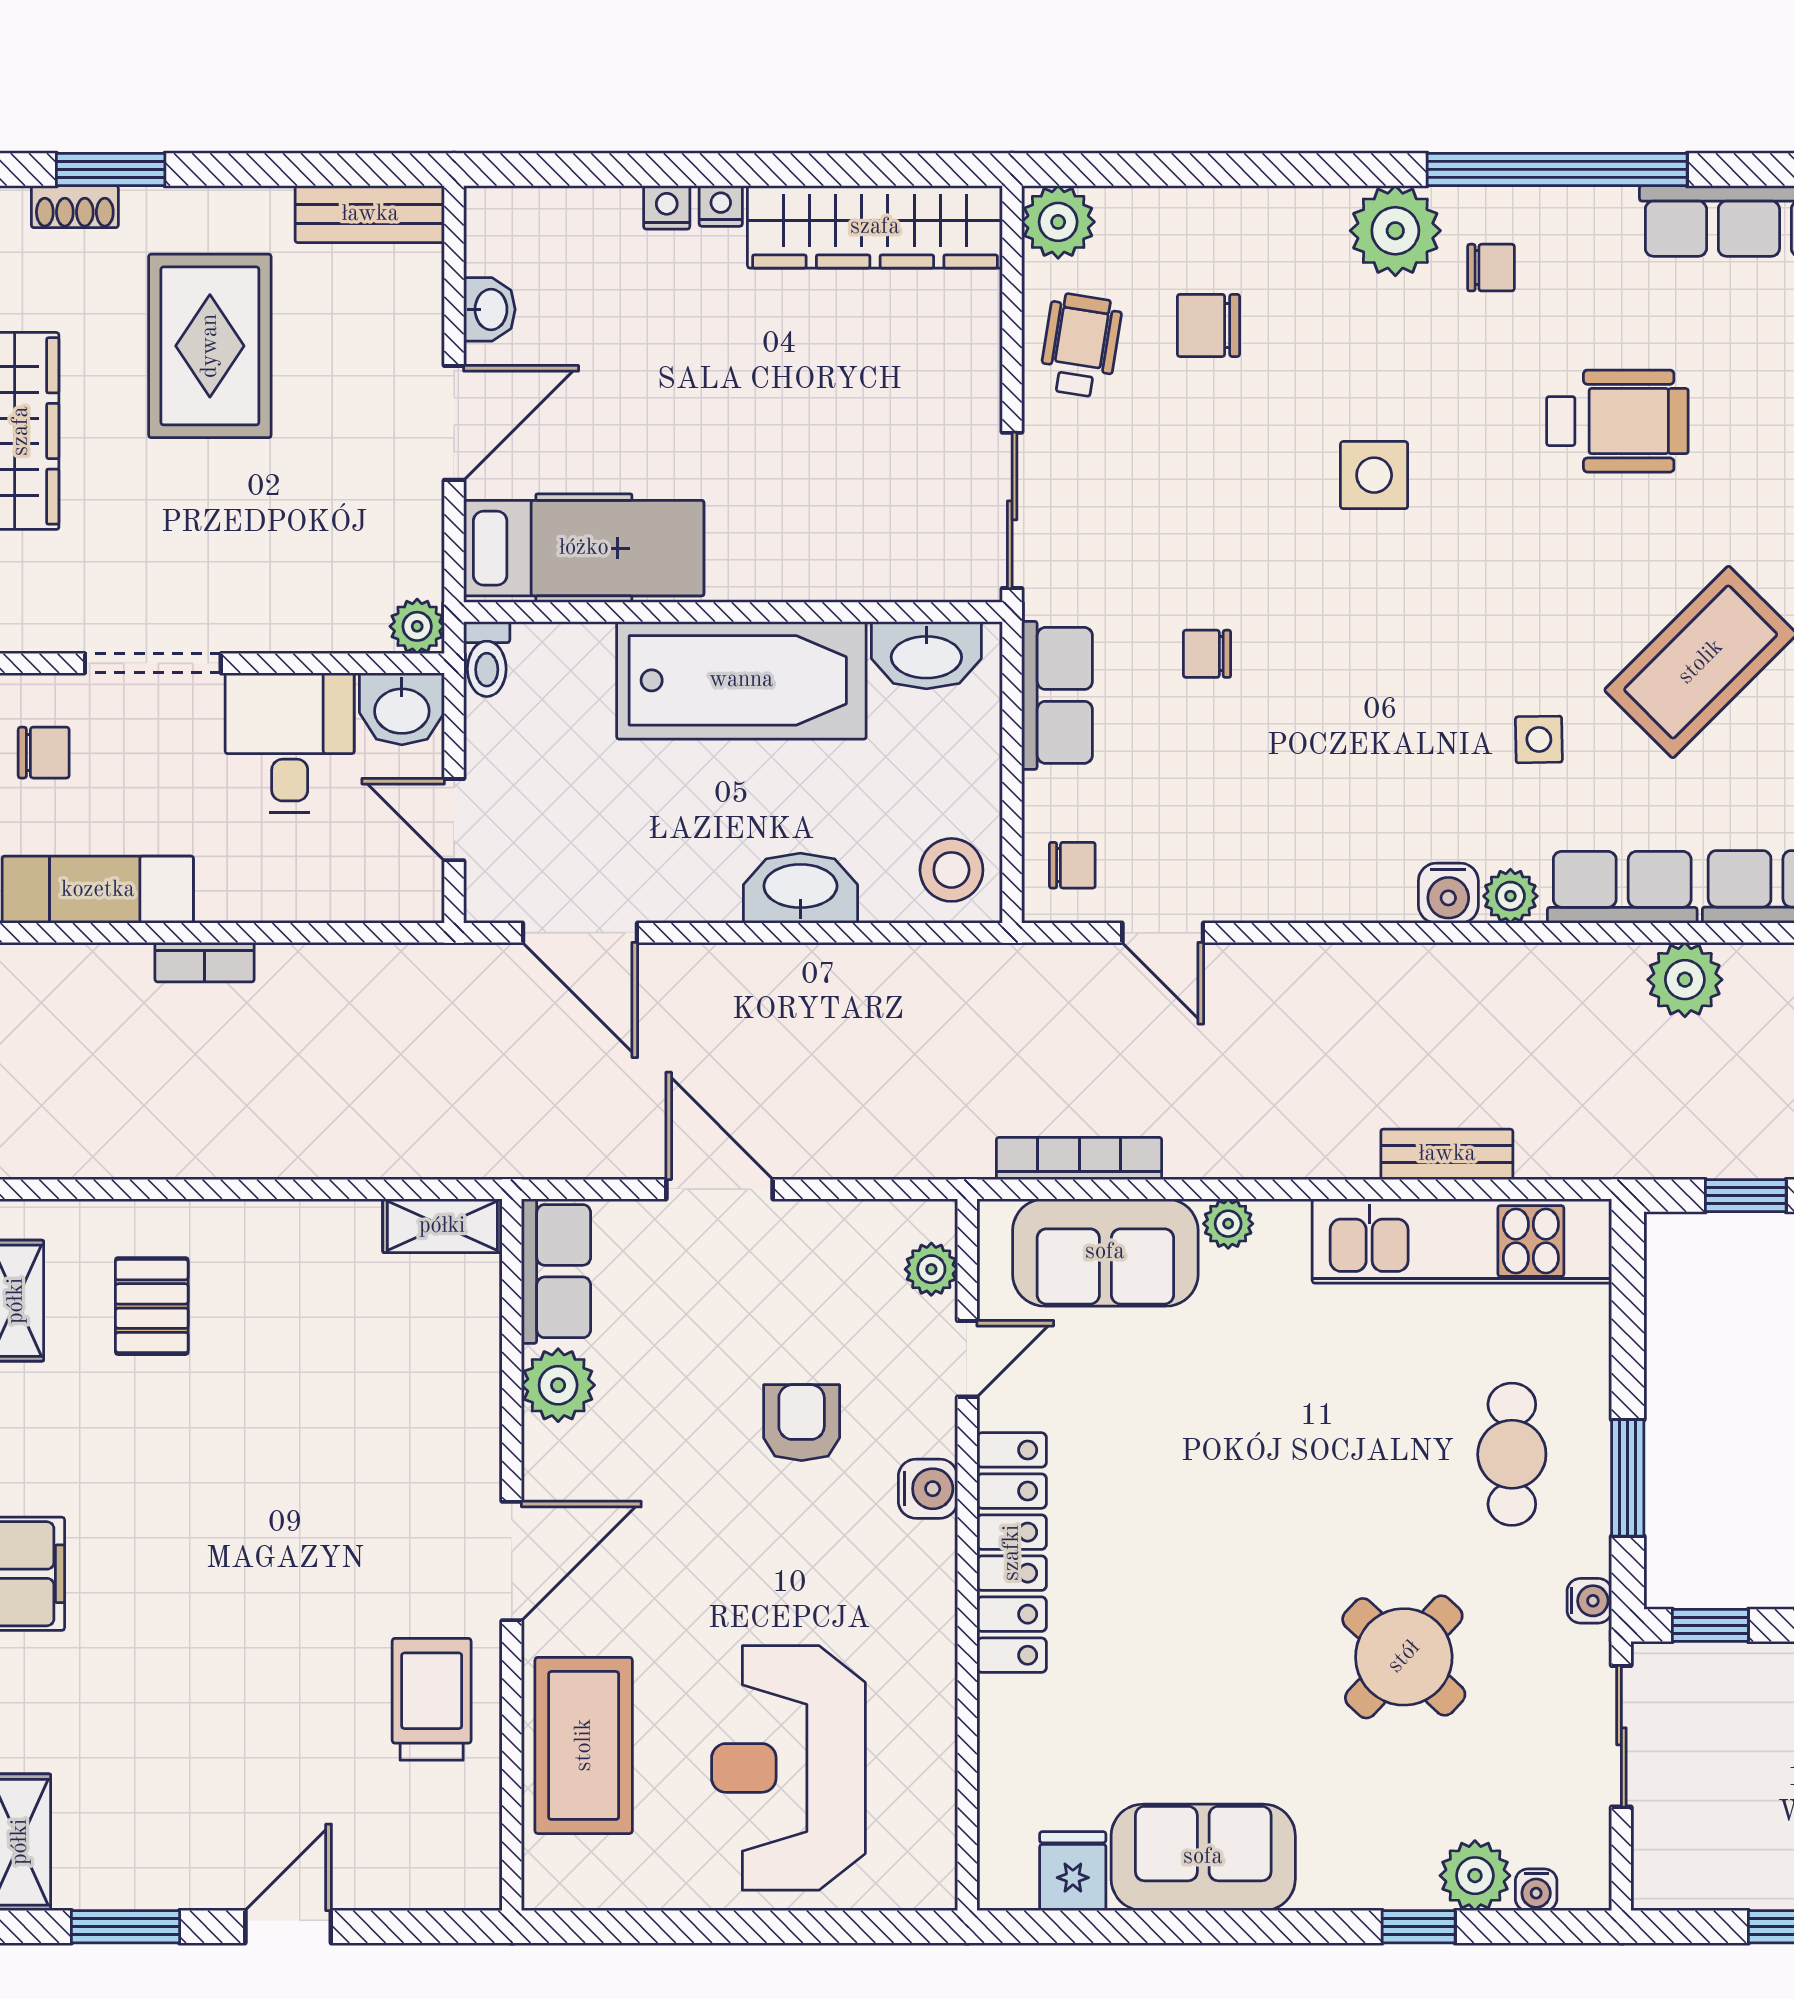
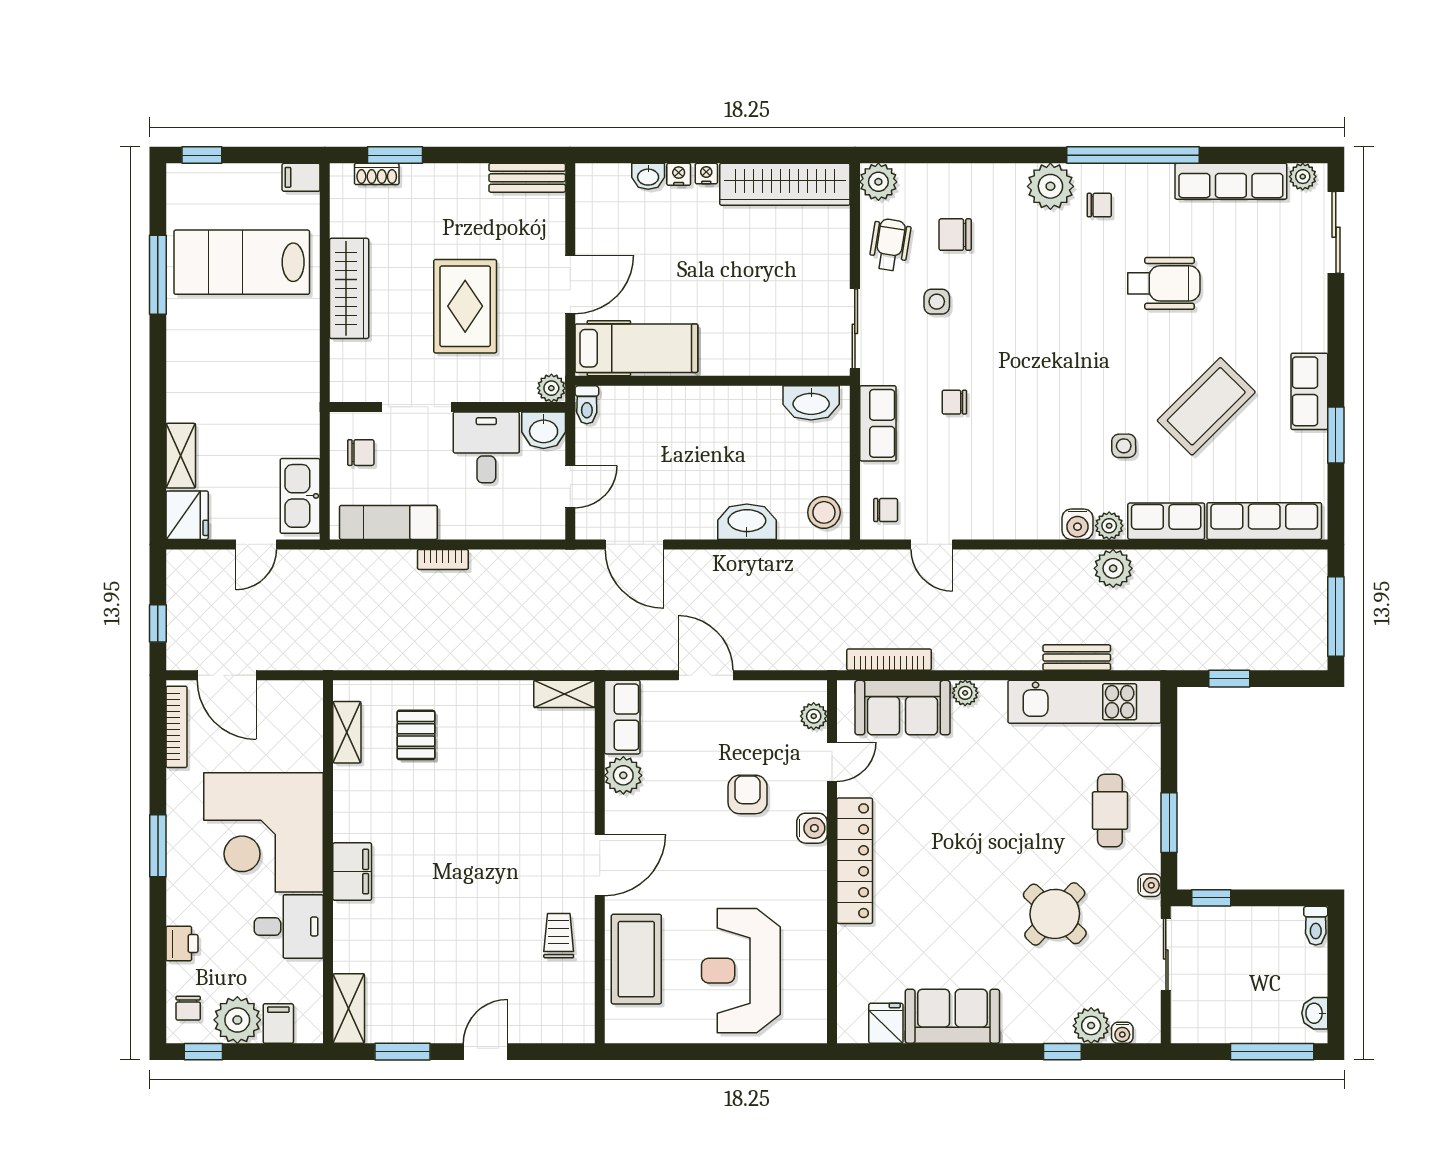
washbasin: (489, 309) -> (648, 176), moved, turned 90
rug: (210, 346) -> (465, 306), moved
side table: (1374, 475) -> (937, 302), moved, width x0.73, depth x0.73
bathtub: (741, 680) -> (717, 416), removed
door: (454, 820) -> (570, 487), swing flipped
plant: (1685, 980) -> (1113, 568), moved
trolley: (432, 1699) -> (559, 936), width x0.73, depth x0.72

